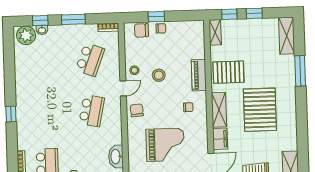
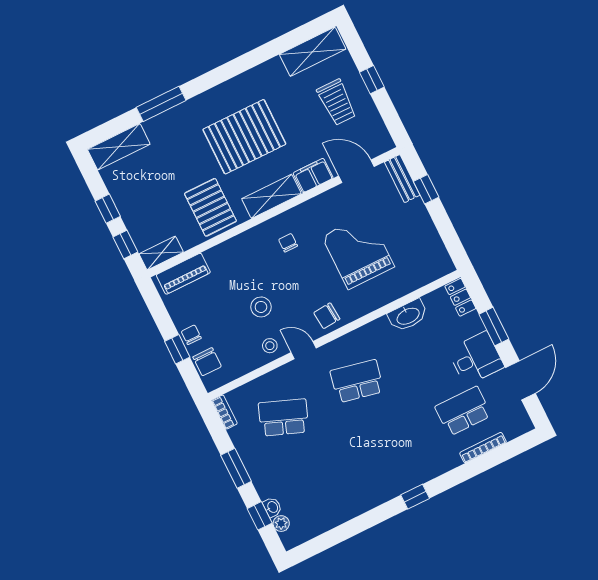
plant: (26, 35) -> (281, 524), width x0.53, depth x0.53
piano: (199, 75) -> (183, 274), moved

